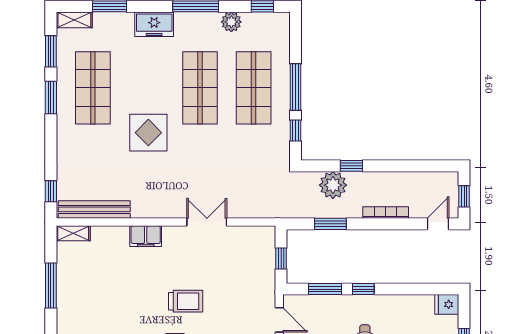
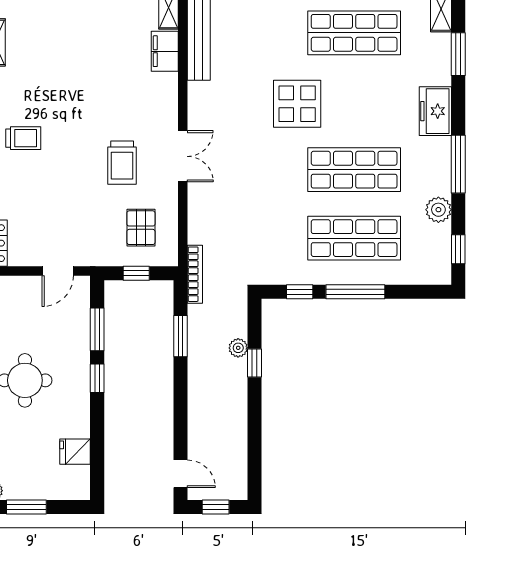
plant: (333, 185) -> (238, 348), width x0.53, depth x0.53
bookcase: (386, 213) -> (195, 274), moved
double door: (207, 222) -> (183, 156), moved
filing cabinet: (146, 236) -> (165, 51), moved
pallet: (245, 255) -> (141, 228), added
trolley: (186, 301) -> (122, 163), moved
fridge: (447, 304) -> (75, 452), moved, turned -90

